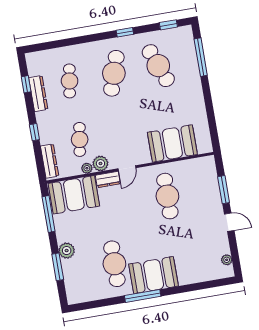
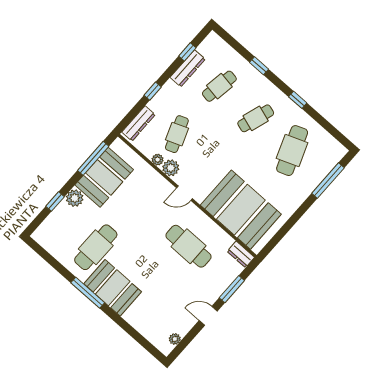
window: (168, 25) -> (259, 66), moved
cafe table: (114, 73) -> (256, 118), width x0.73, depth x0.74
cafe table: (80, 139) -> (177, 134), turned -30
booth: (172, 143) -> (241, 210), width x1.36, depth x1.42
dresser: (108, 180) -> (241, 254), moved
booth: (74, 195) -> (104, 177), moved, turned 90
cafe table: (167, 196) -> (188, 246), turned 90
door: (229, 222) -> (208, 316), swing flipped
window: (58, 267) -> (55, 202), width x0.67

